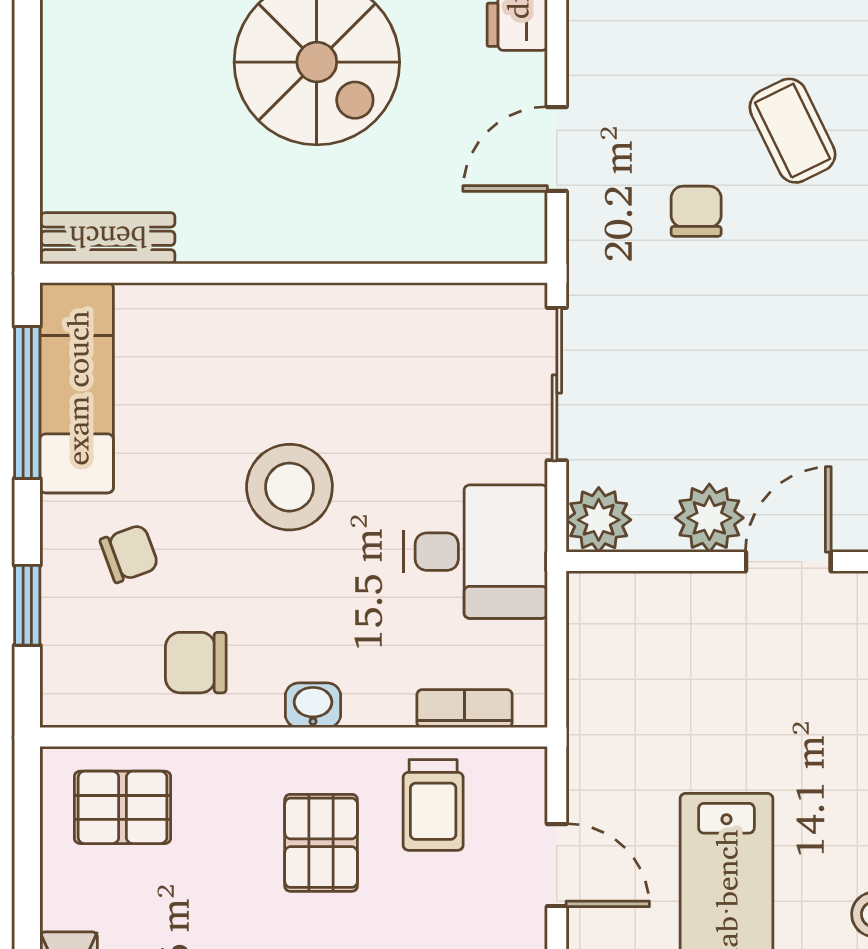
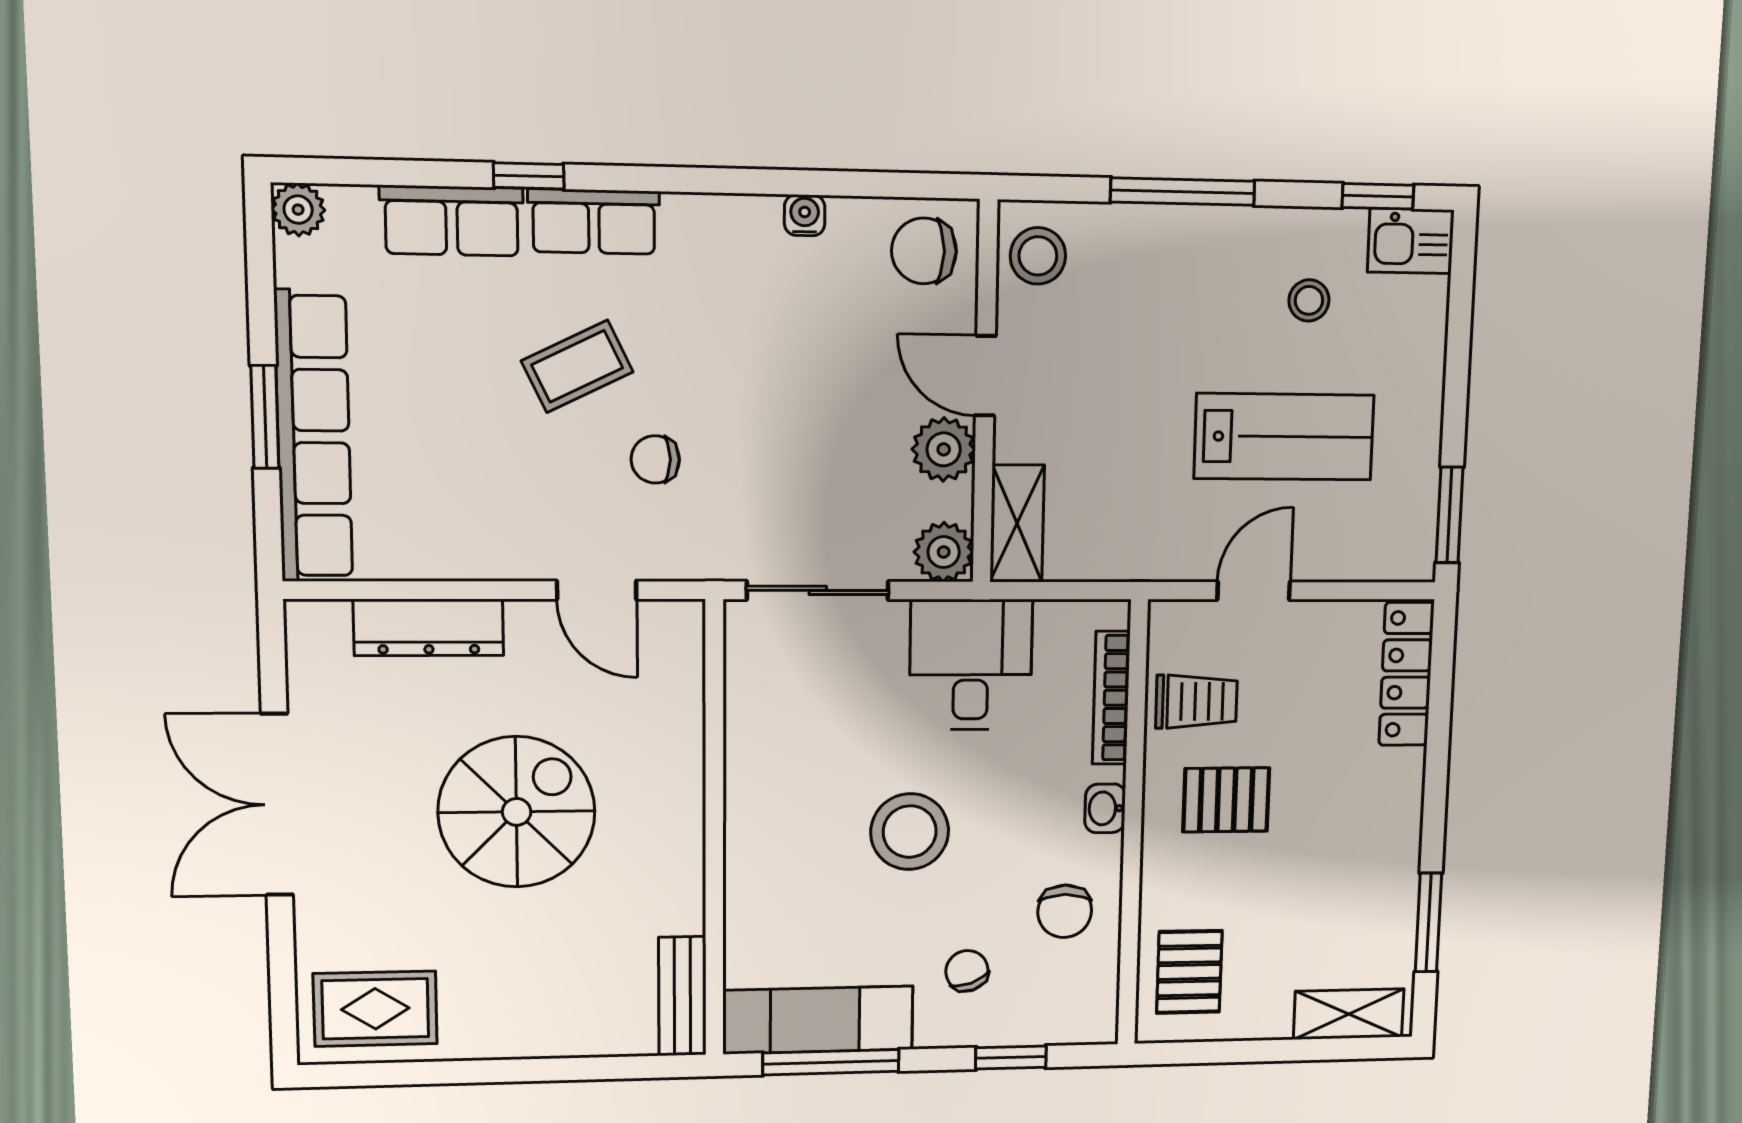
shelving: (630, 599) -> (1017, 523), added
bookcase: (465, 709) -> (1111, 698), width x1.56

